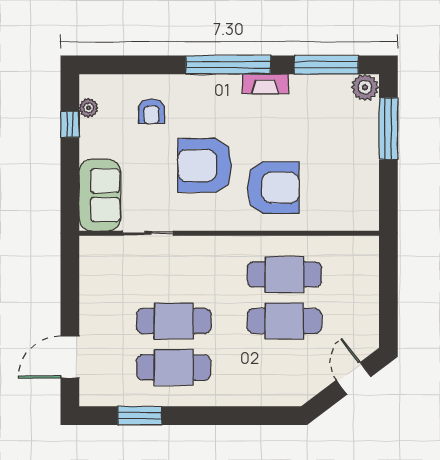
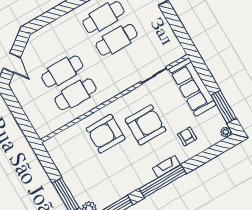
fireplace: (265, 84) -> (167, 166), moved
plant: (89, 108) -> (226, 132), moved
window: (70, 124) -> (224, 107), width x2.17
sofa: (100, 195) -> (192, 87), width x1.36

